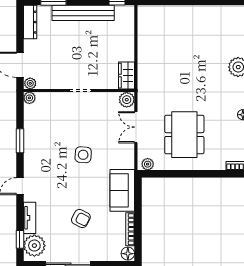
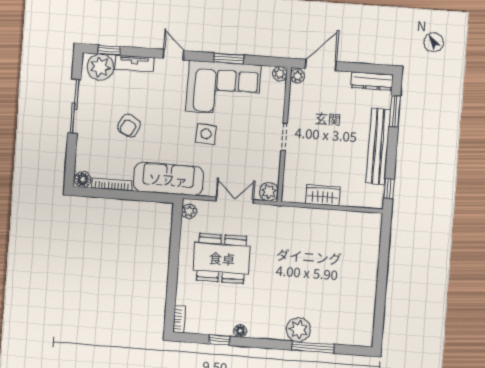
wardrobe: (127, 76) -> (323, 195), moved
corner sofa: (45, 143) -> (224, 88), added
sofa: (122, 190) -> (168, 179), width x1.36

